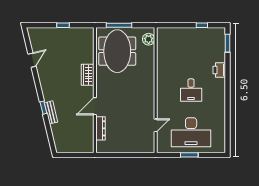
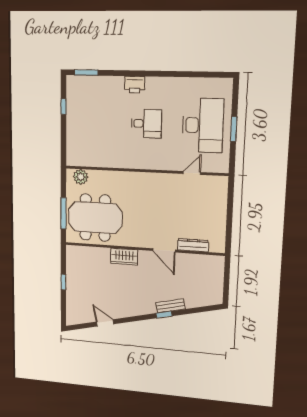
printer: (219, 70) -> (135, 85), moved
door: (156, 125) -> (192, 173), hinge flipped

